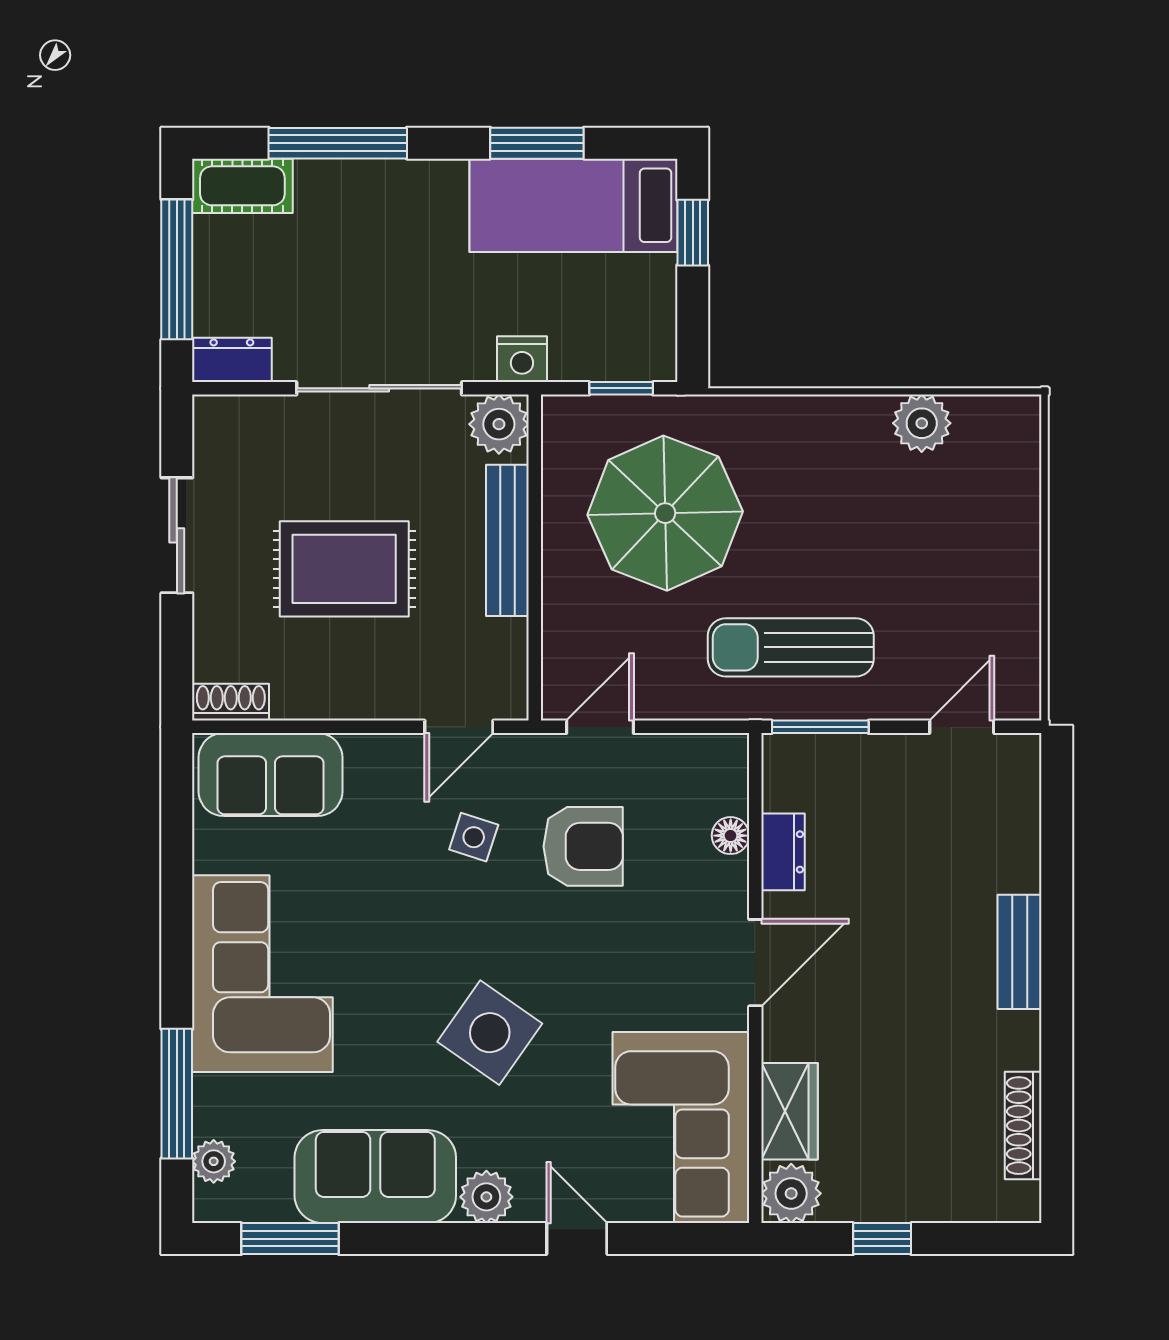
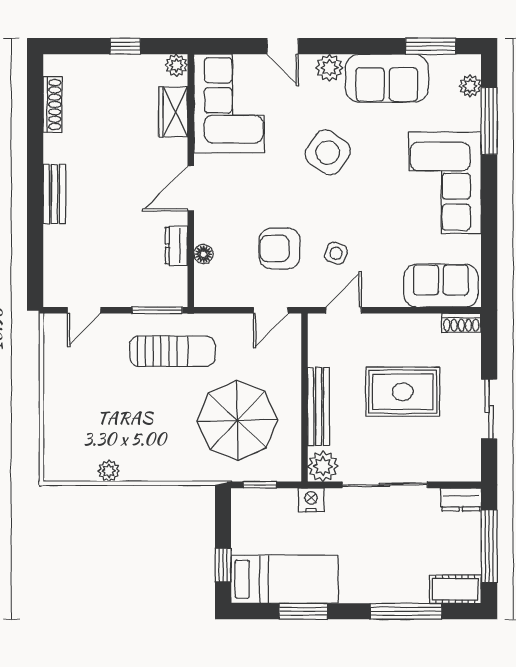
plant: (922, 423) -> (109, 471), width x0.73, depth x0.73
plant: (791, 1193) -> (176, 65), width x0.73, depth x0.73

